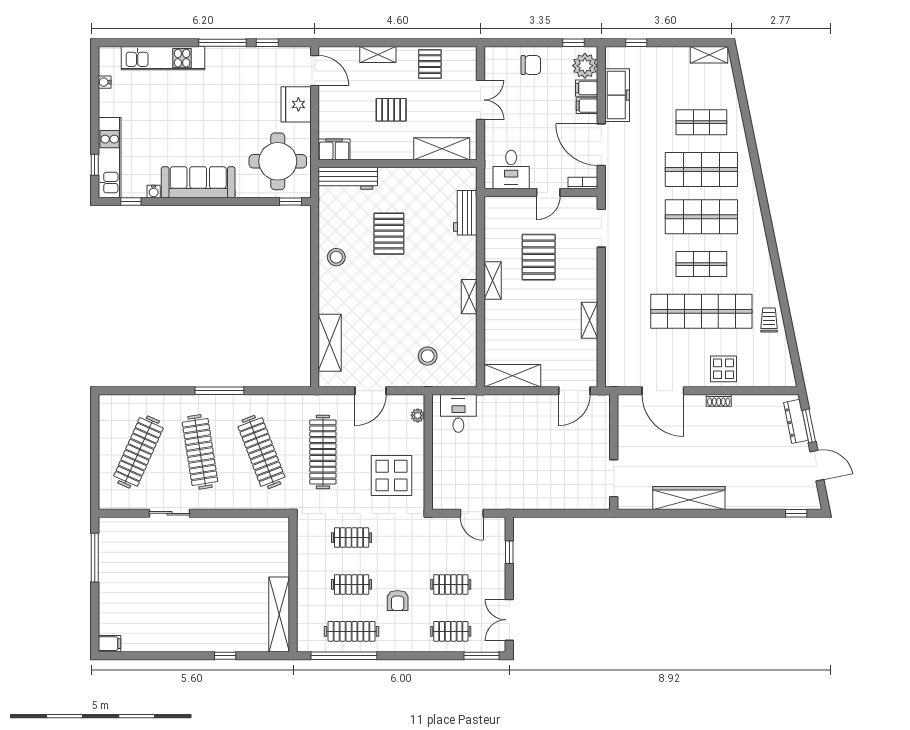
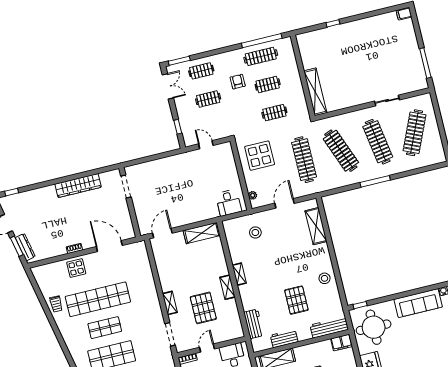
workbench: (423, 178) -> (284, 339), added
shelving: (589, 320) -> (170, 303), moved
shelving: (279, 614) -> (315, 92), moved

